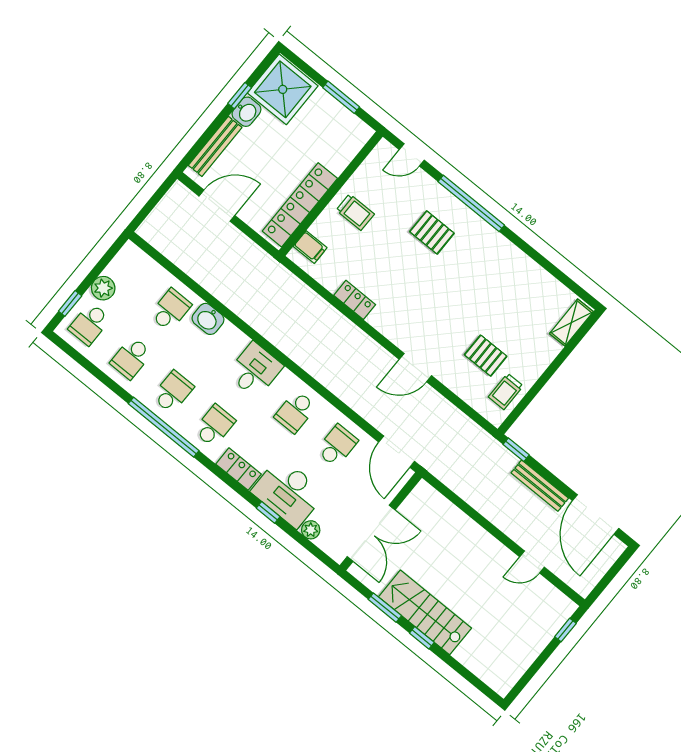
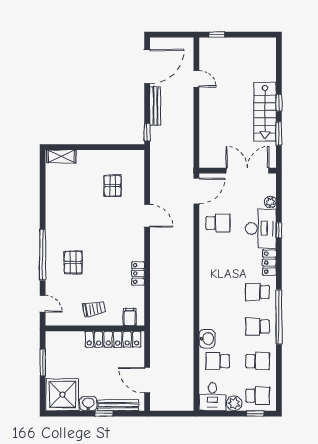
window: (240, 96) -> (104, 414), moved
trolley: (355, 212) -> (94, 309), turned 80
desk: (255, 370) -> (212, 397), moved, turned -90
trolley: (506, 391) -> (122, 161), removed
school desk: (295, 412) -> (218, 258), removed
school desk: (337, 446) -> (218, 223), turned 180

